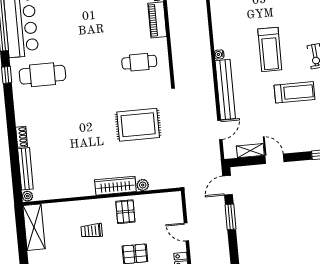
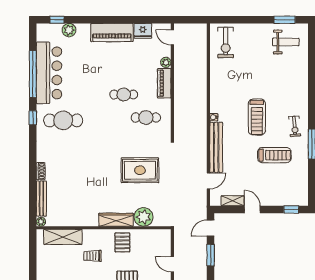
cafe table: (111, 38) -> (124, 95), added
plant: (143, 185) -> (143, 217), width x1.88, depth x1.88
shelving: (34, 227) -> (63, 237), moved, turned 90

